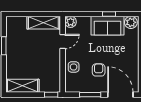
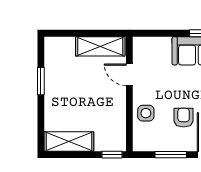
plant: (71, 22) -> (141, 45), removed
door: (63, 41) -> (129, 75), swing flipped

